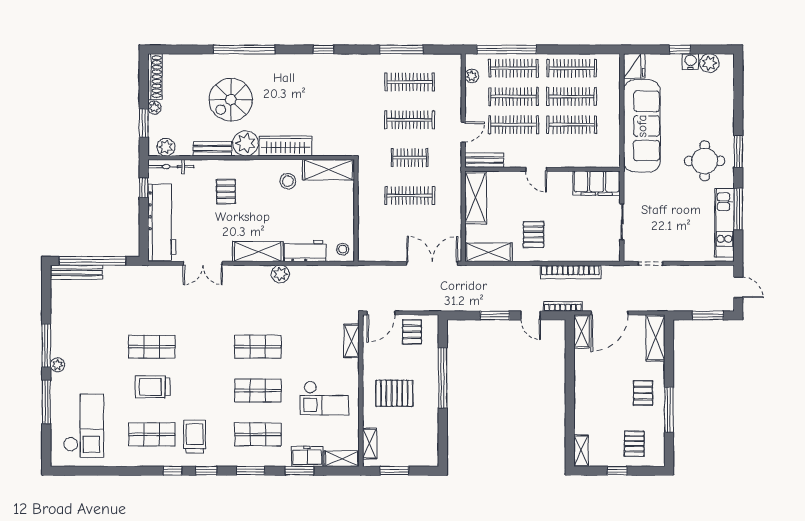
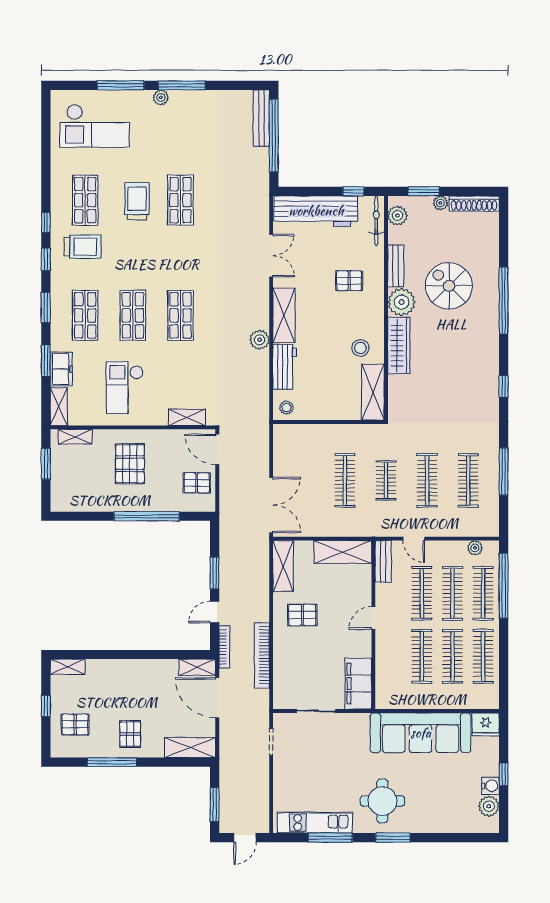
double door: (203, 263) -> (271, 256), swing flipped
pallet: (643, 393) -> (130, 734), turned 90

